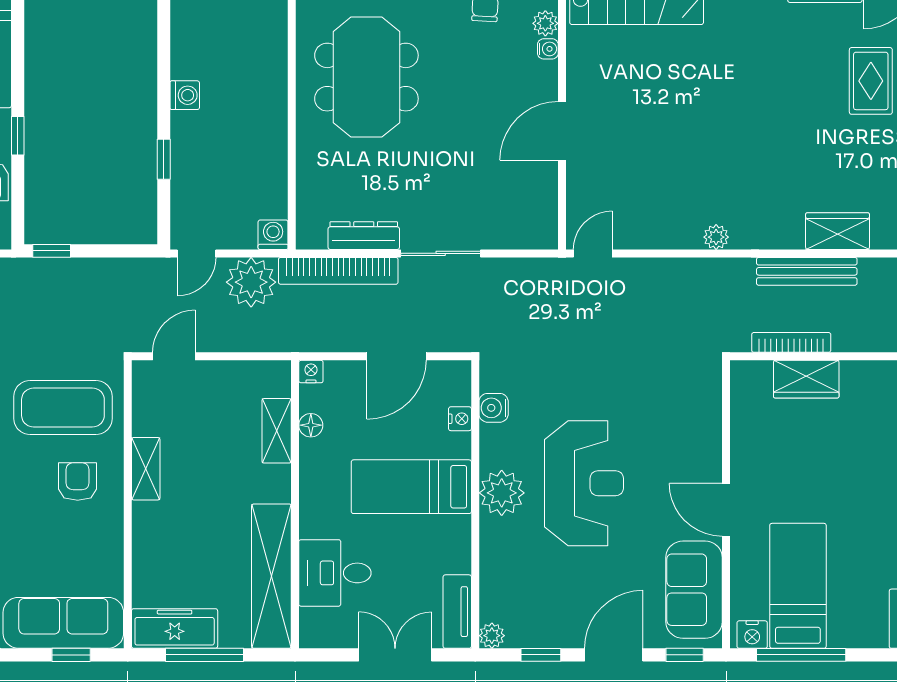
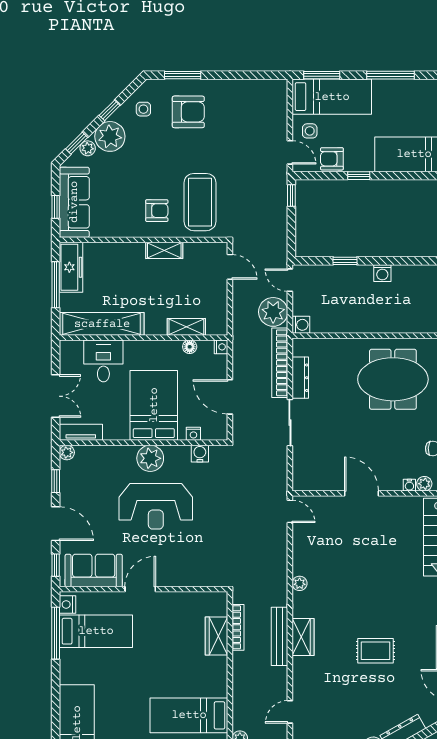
rug: (871, 81) -> (376, 651), moved
wardrobe: (838, 231) -> (303, 637), moved
bed: (411, 487) -> (154, 405), width x1.50

